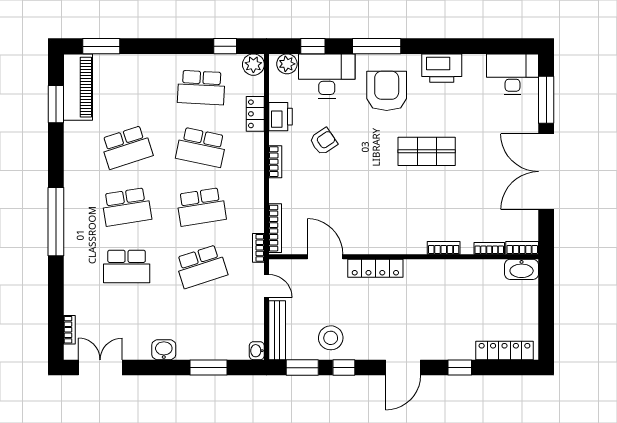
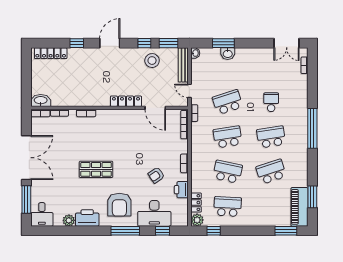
plant: (287, 64) -> (69, 220), moved
desk: (512, 74) -> (42, 214), width x0.73
locker: (255, 114) -> (196, 203), moved
school desk: (127, 266) -> (271, 102), width x0.54
washbasin: (164, 350) -> (228, 54), moved

